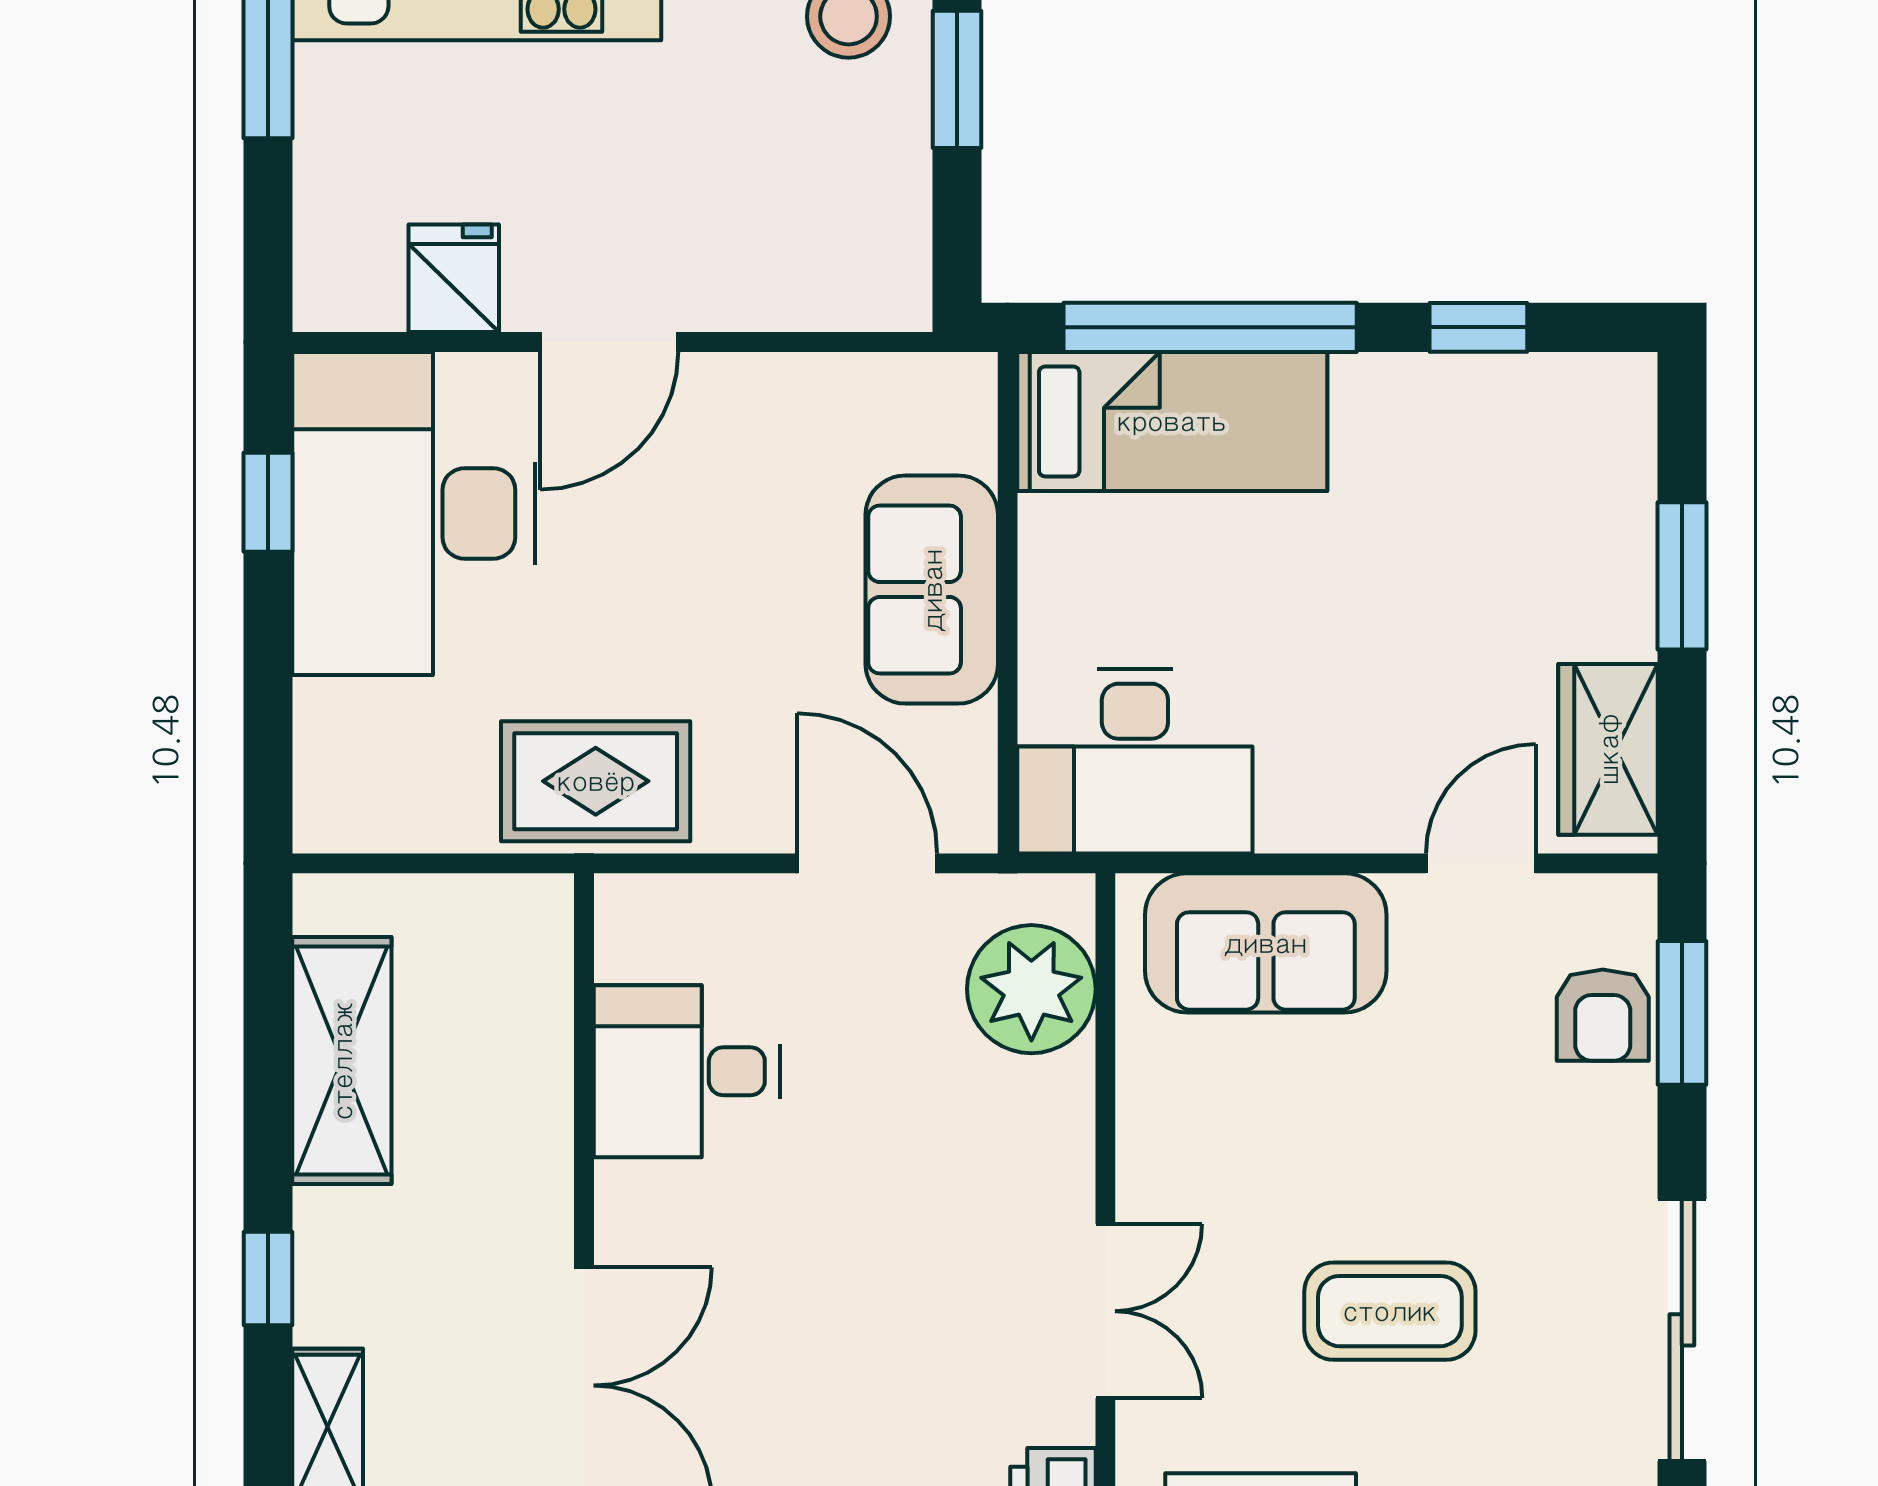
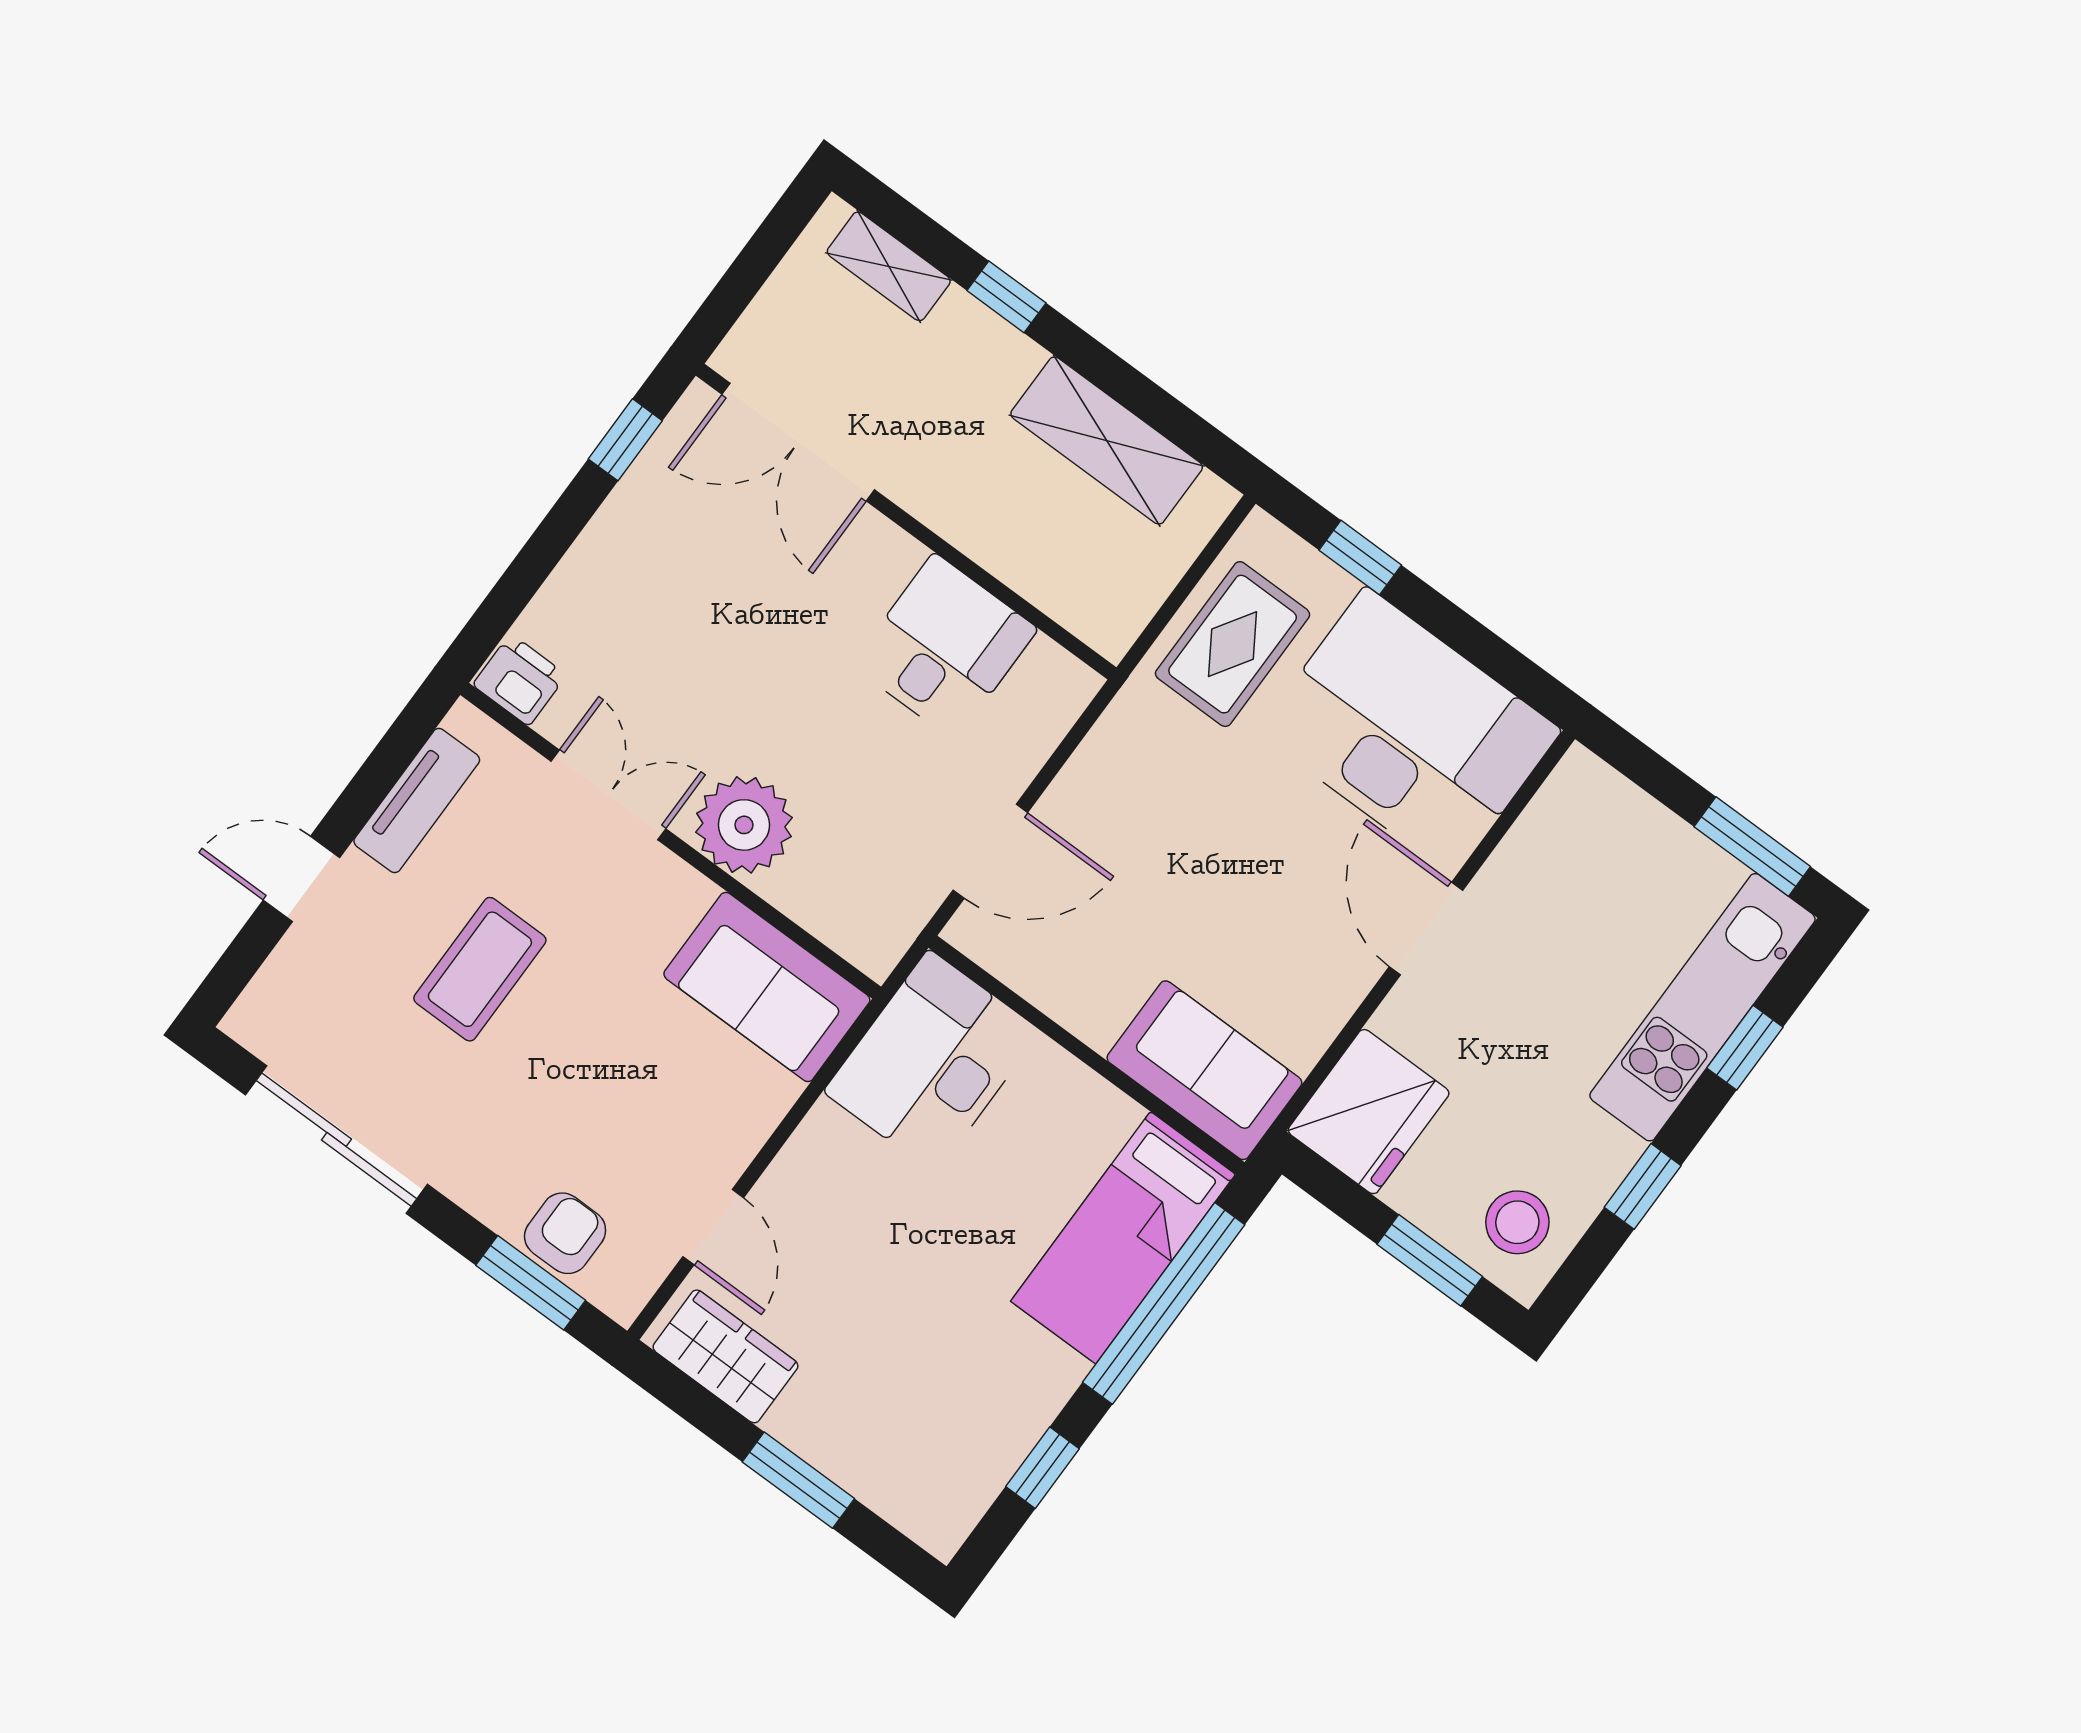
fridge: (454, 278) -> (1369, 1112), moved, width x1.88, depth x1.34
window: (268, 502) -> (1360, 558), moved
sofa: (932, 590) -> (1204, 1070), moved
rug: (596, 781) -> (1233, 644), moved
sofa: (1266, 943) -> (767, 987), moved, turned -90
plant: (1031, 989) -> (744, 825), moved
armchair: (1603, 1015) -> (565, 1233), turned 90
double door: (1105, 1311) -> (608, 795), swing flipped

